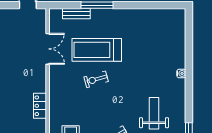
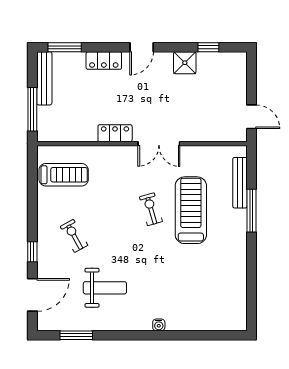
bench: (76, 14) -> (240, 183), width x1.36
double door: (48, 49) -> (159, 144), moved

